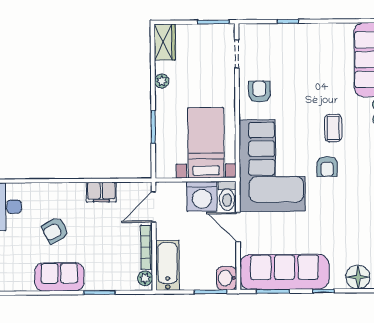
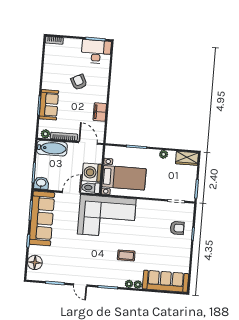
armchair: (259, 92) -> (177, 228), moved
armchair: (327, 166) -> (103, 250), removed
sofa: (59, 277) -> (49, 105), moved

